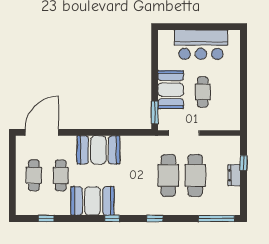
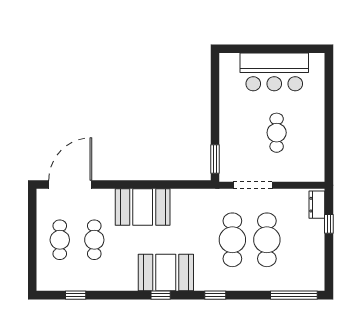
booth: (171, 90) -> (235, 130), removed
dresser: (234, 175) -> (317, 205), moved
booth: (93, 201) -> (166, 272), moved

